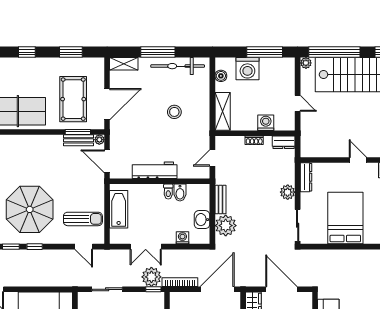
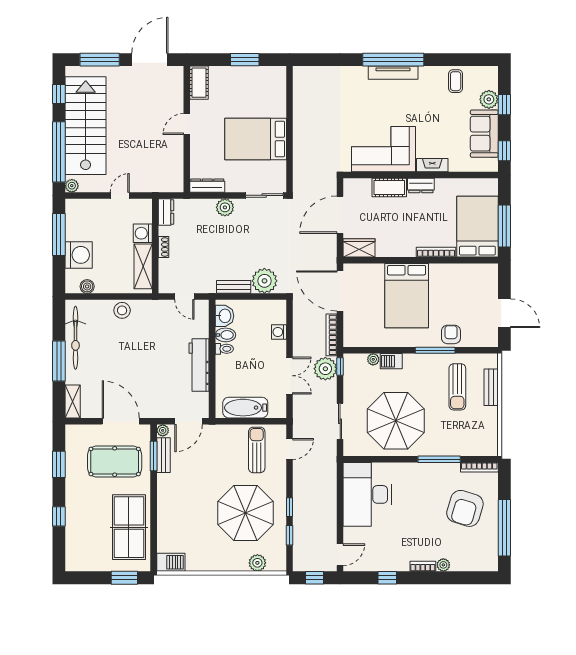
shelving: (223, 111) -> (143, 266), moved, turned 90
stool: (174, 112) -> (122, 310), moved
washbasin: (202, 220) -> (224, 316), moved, turned -90

